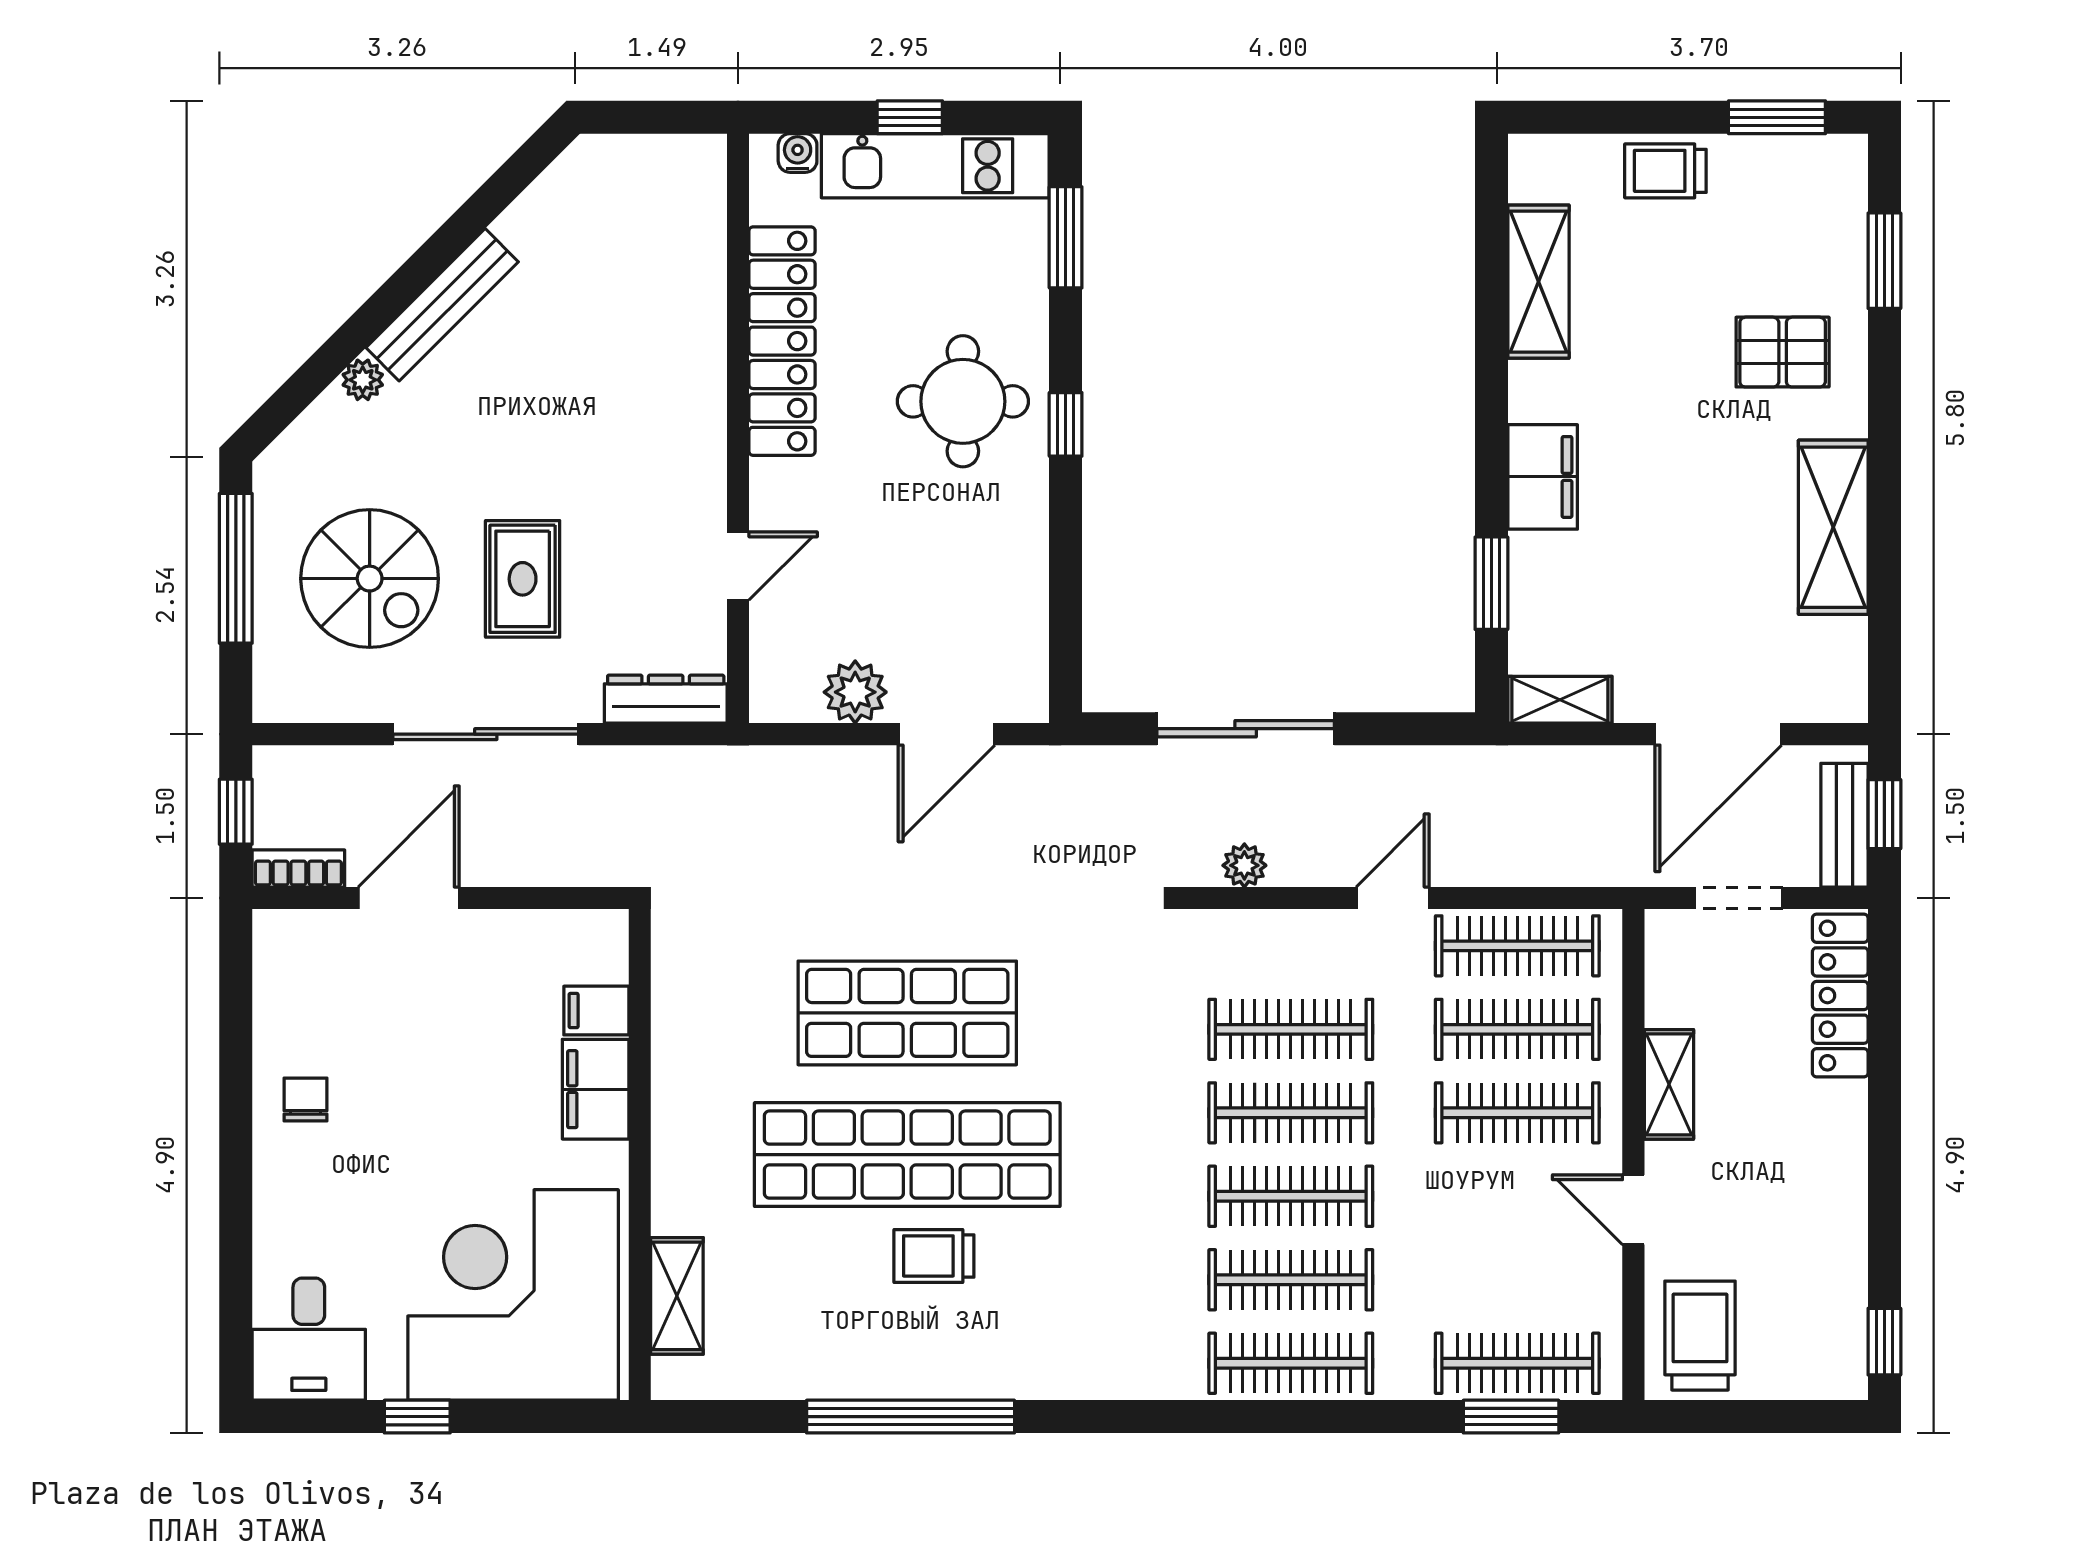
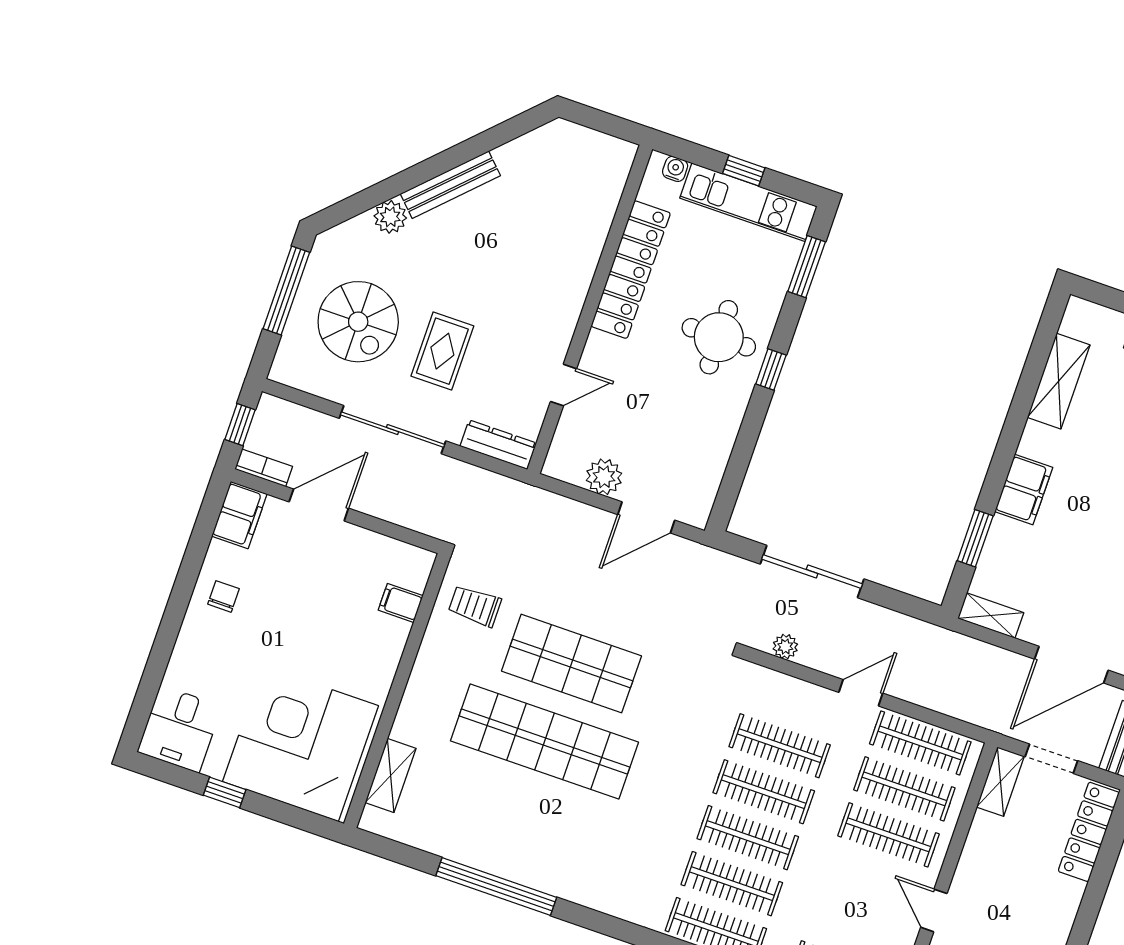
plant: (363, 380) -> (390, 217), width x1.38, depth x1.38
shelving: (1669, 1084) -> (1000, 782), moved
filing cabinet: (596, 1089) -> (239, 515), moved, turned 180
trolley: (934, 1256) -> (475, 606), moved

